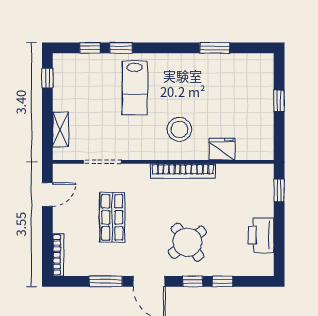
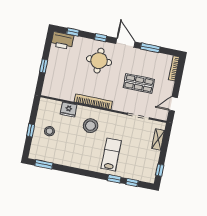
window: (215, 48) -> (44, 164), moved
stool: (247, 106) -> (49, 131), added
window: (279, 190) -> (44, 66), moved
shop shelf: (112, 217) -> (139, 83), turned 90
printer: (261, 235) -> (62, 41), moved, turned 90
round table: (187, 242) -> (99, 61), turned 38
window: (223, 281) -> (73, 32), moved

